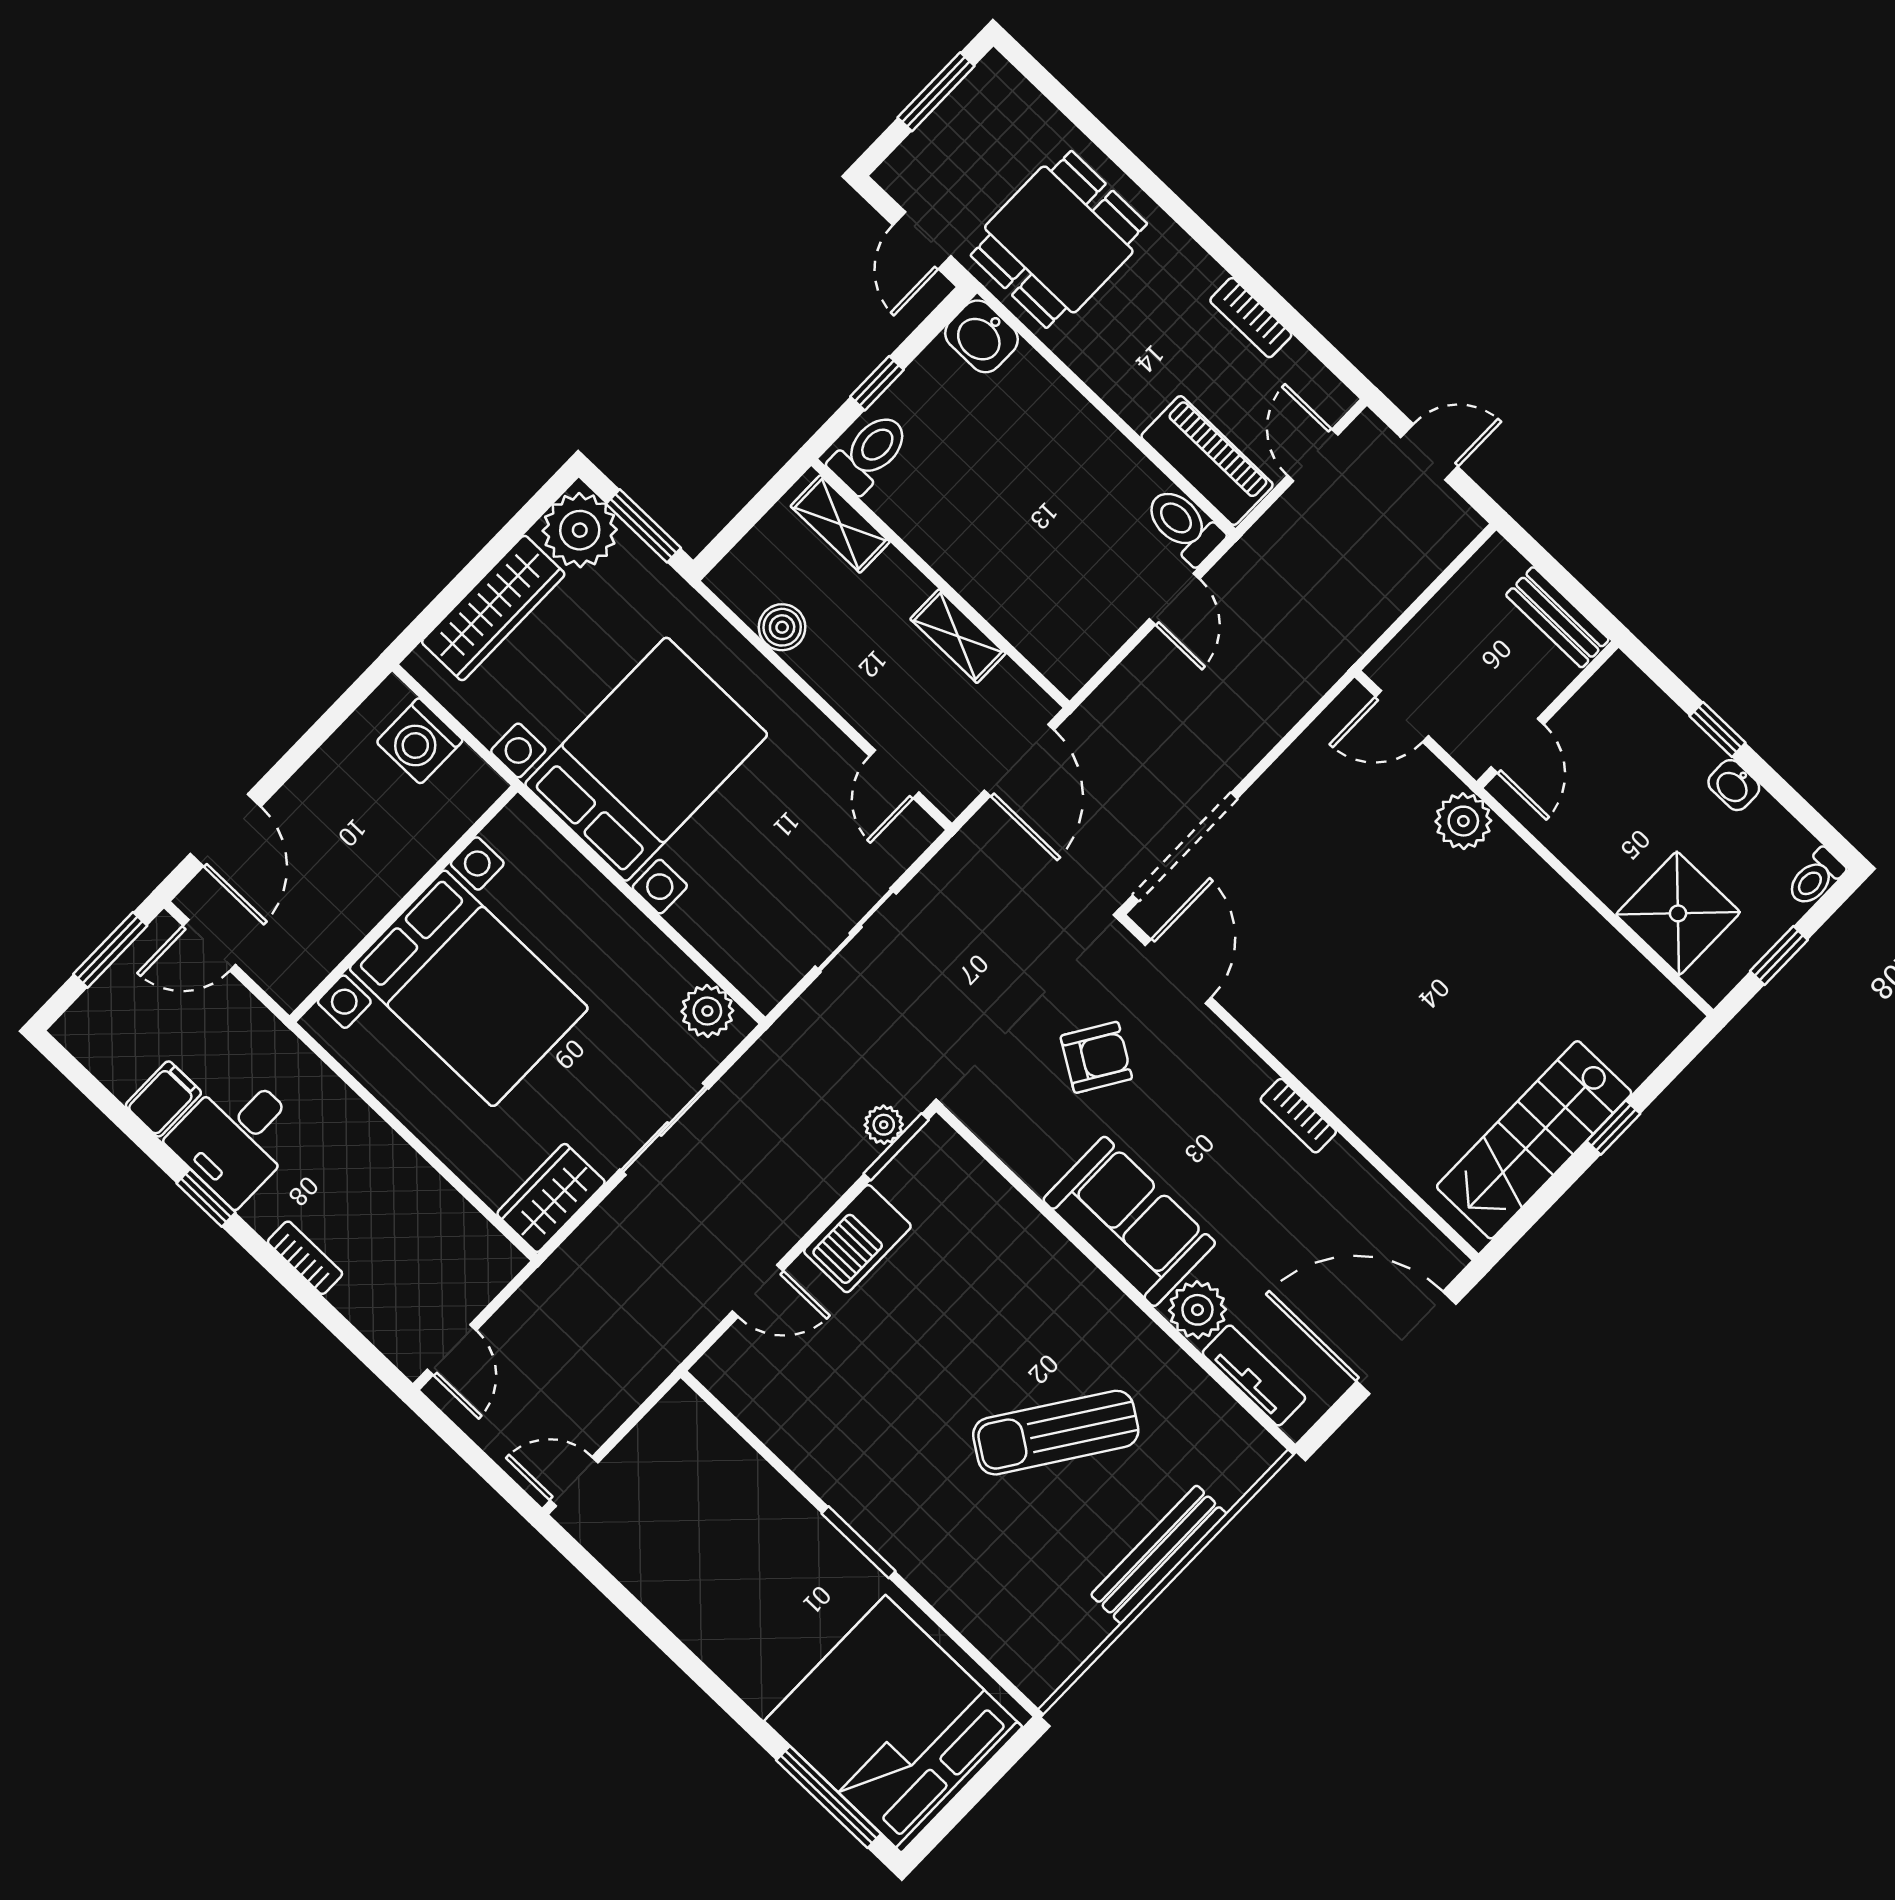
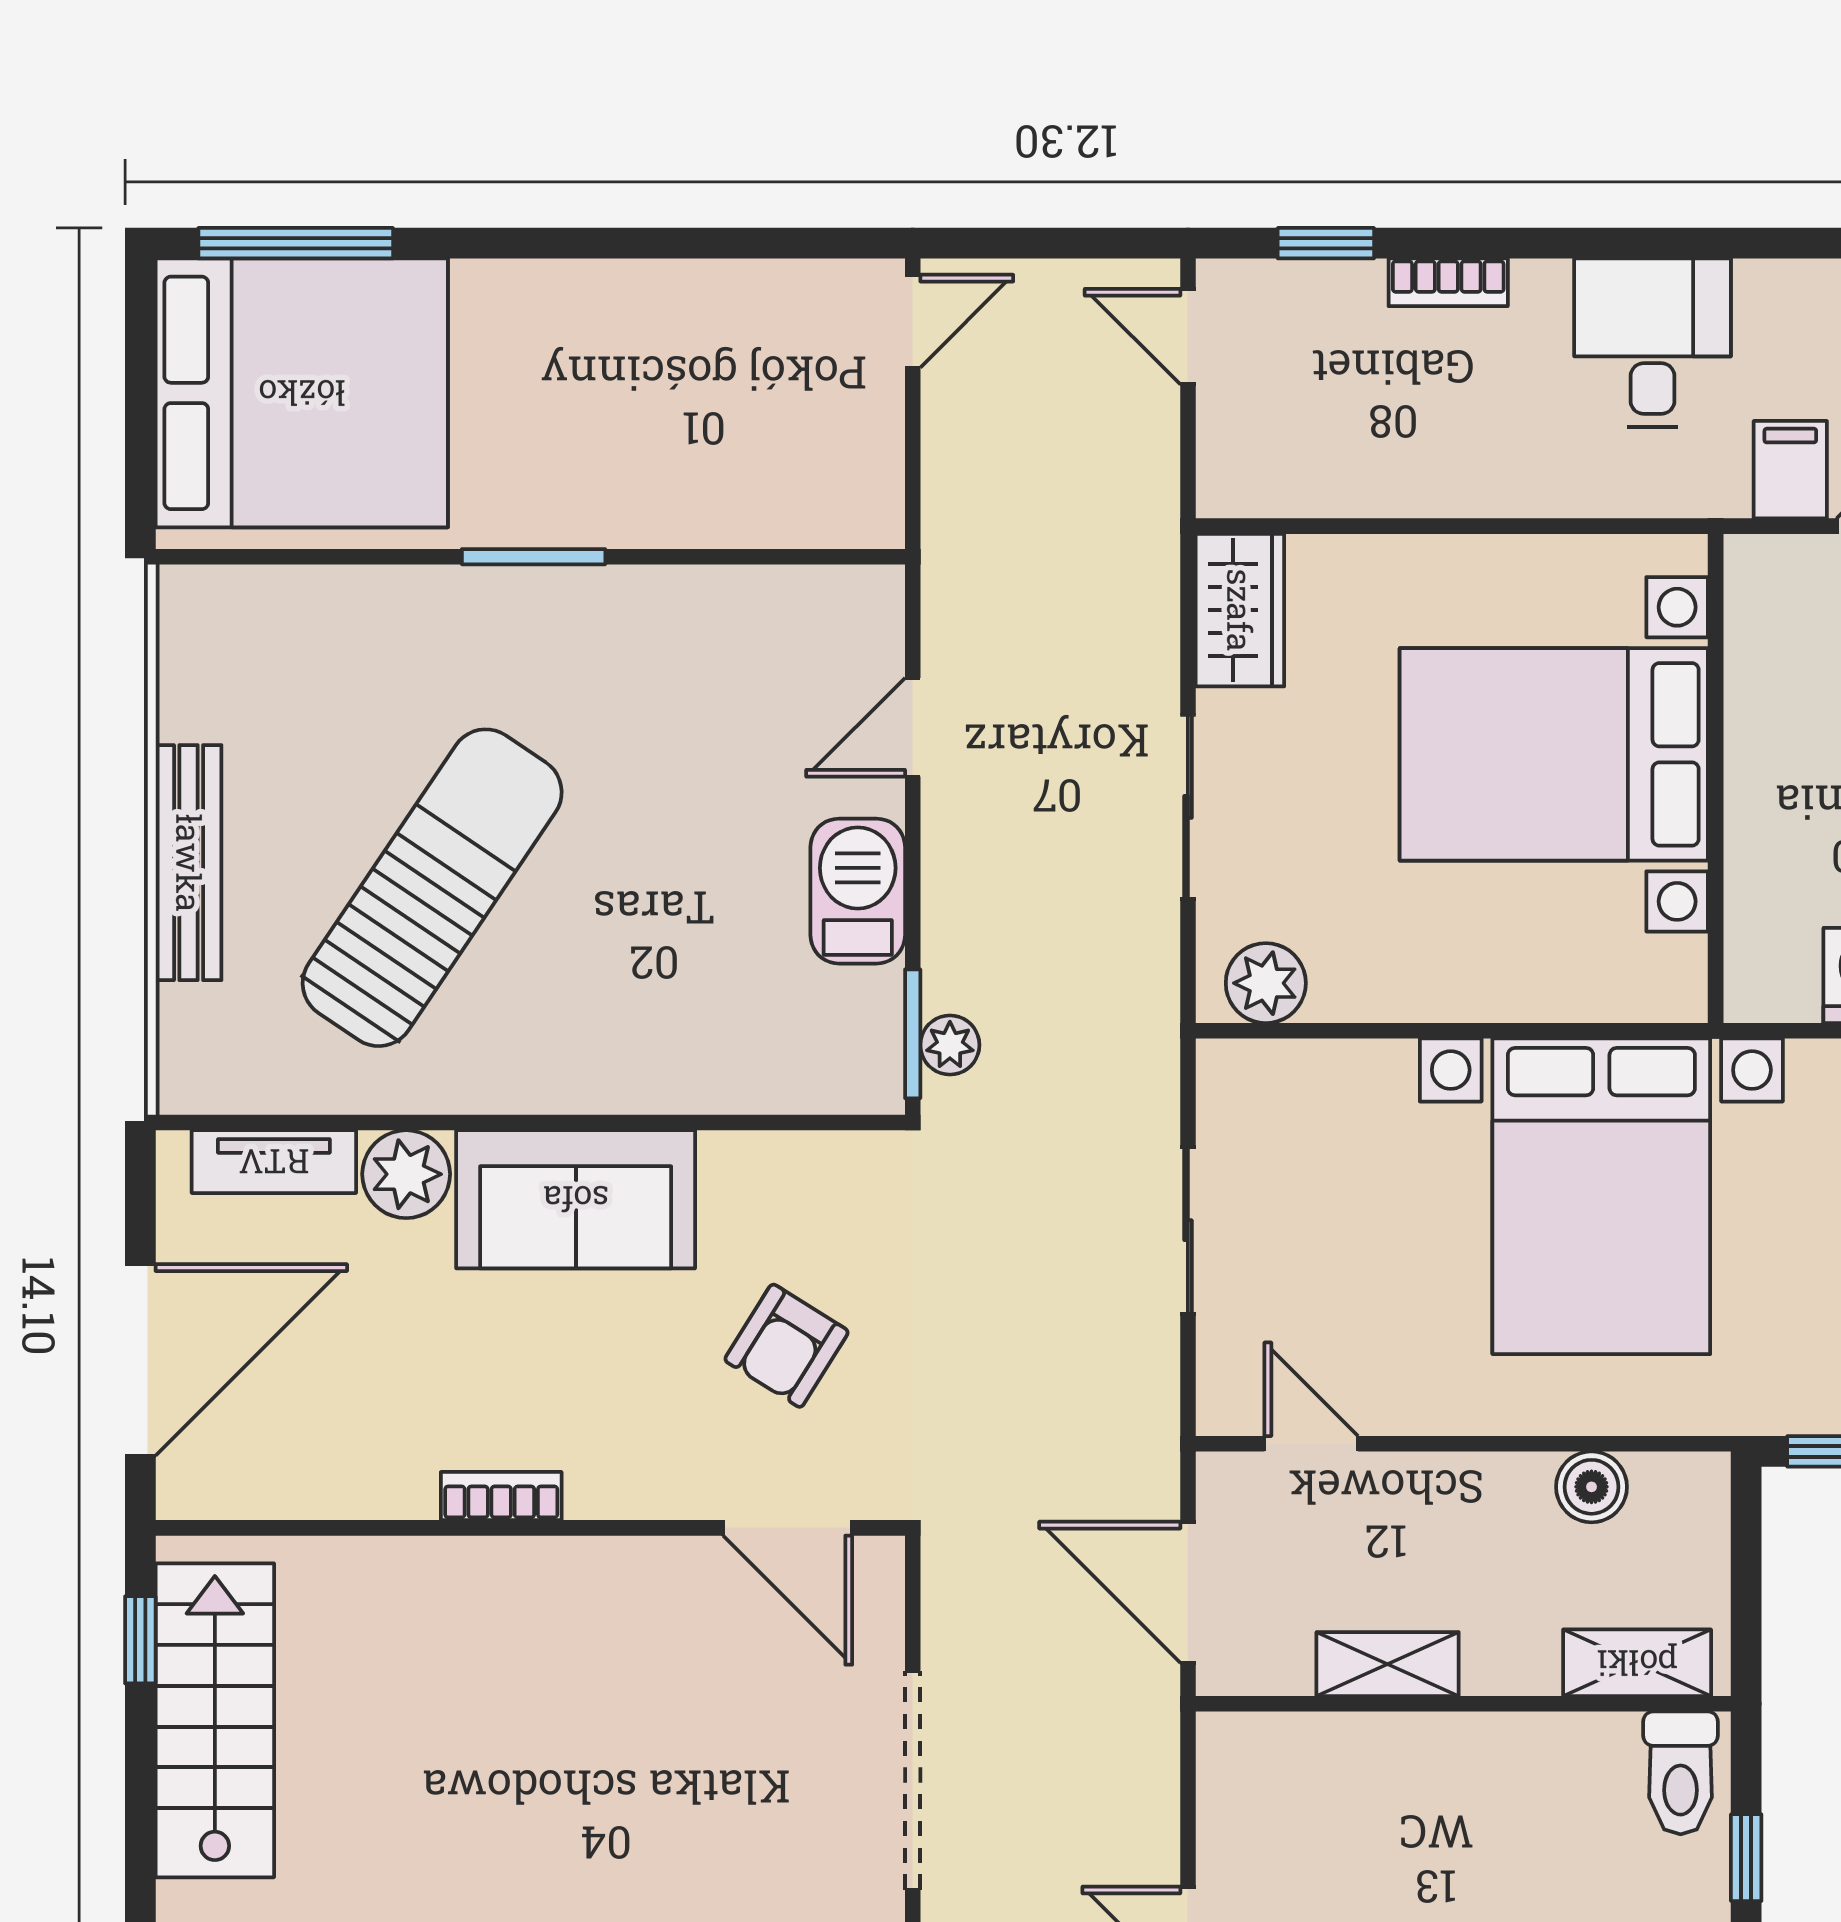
doorway: (1185, 847) -> (913, 1780), moved
filing cabinet: (163, 1099) -> (1790, 470), moved, turned 180
window: (1613, 1127) -> (140, 1640), moved
window: (206, 1198) -> (1326, 243), moved
sun lounger: (1056, 1433) -> (432, 888), width x1.36, depth x1.34

